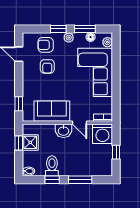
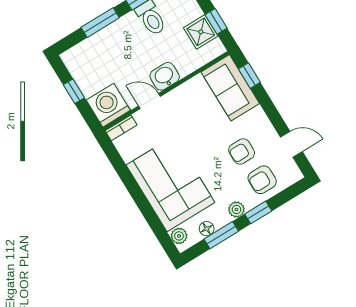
armchair: (46, 45) -> (262, 180), turned 180
armchair: (47, 66) -> (242, 151), turned -90
sofa: (52, 111) -> (230, 88), moved, turned 90

